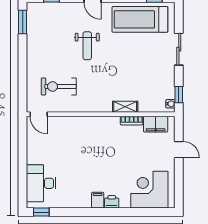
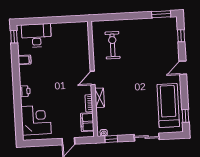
weight bench: (87, 46) -> (146, 66), removed
door: (39, 114) -> (93, 78), moved
filing cabinet: (98, 200) -> (25, 60), moved

